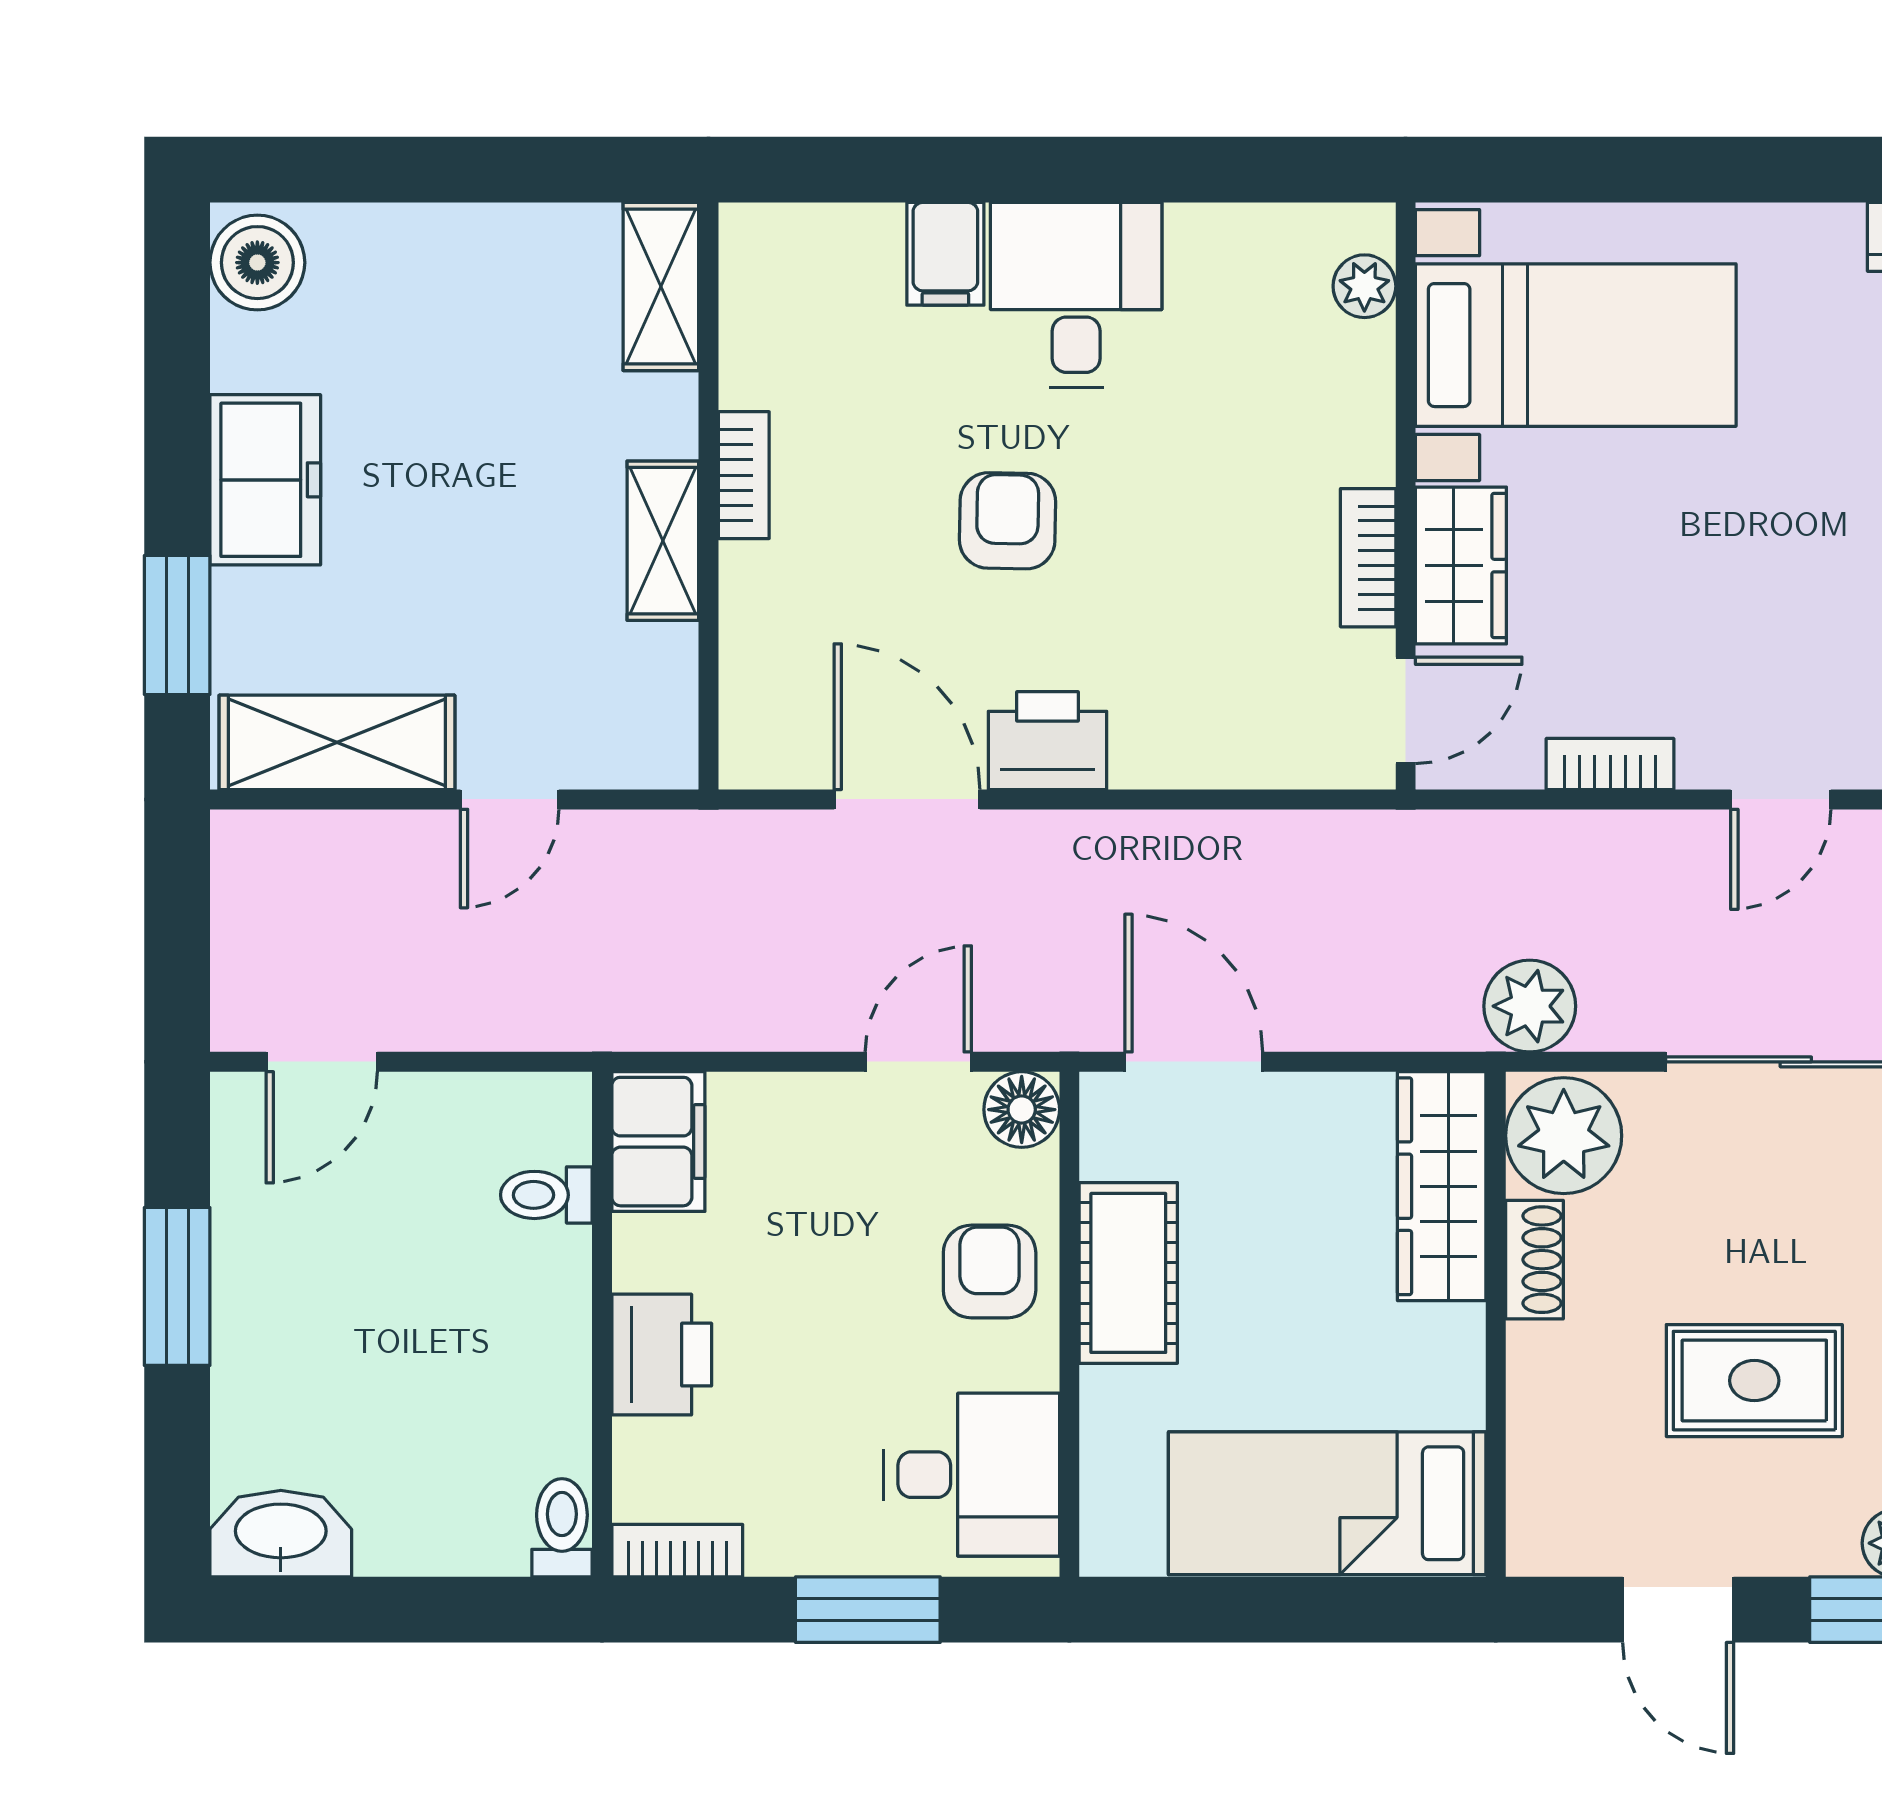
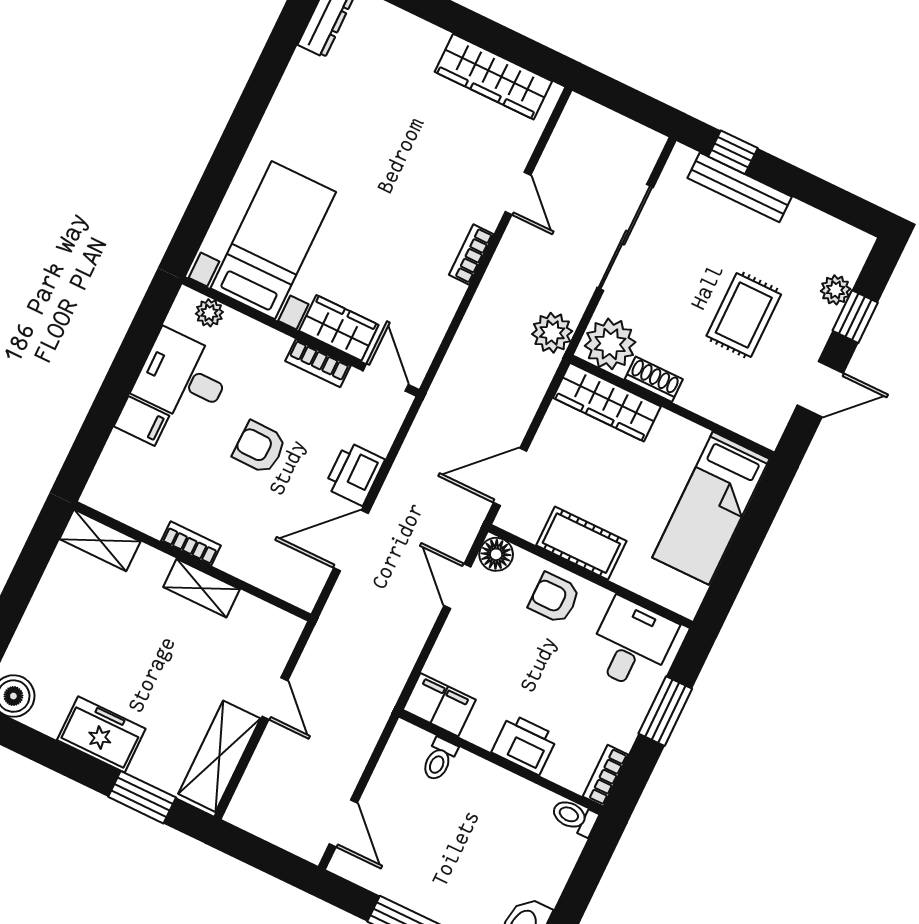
plant: (1364, 286) -> (209, 313), moved
bed with nightstands: (1576, 345) -> (273, 240), moved
wall: (1406, 496) -> (301, 337), moved
bookcase: (1368, 558) -> (318, 363), moved
wardrobe: (1461, 566) -> (339, 328), moved
door: (1406, 710) -> (386, 378), moved

